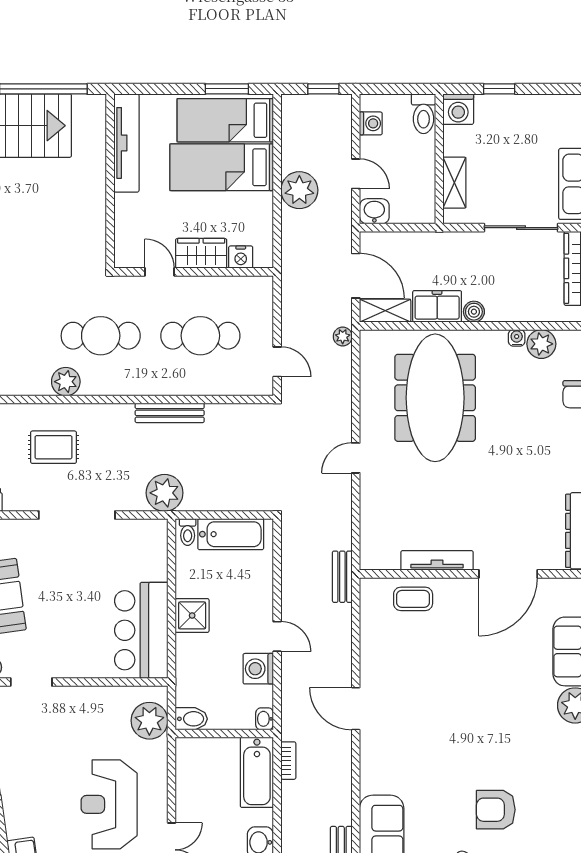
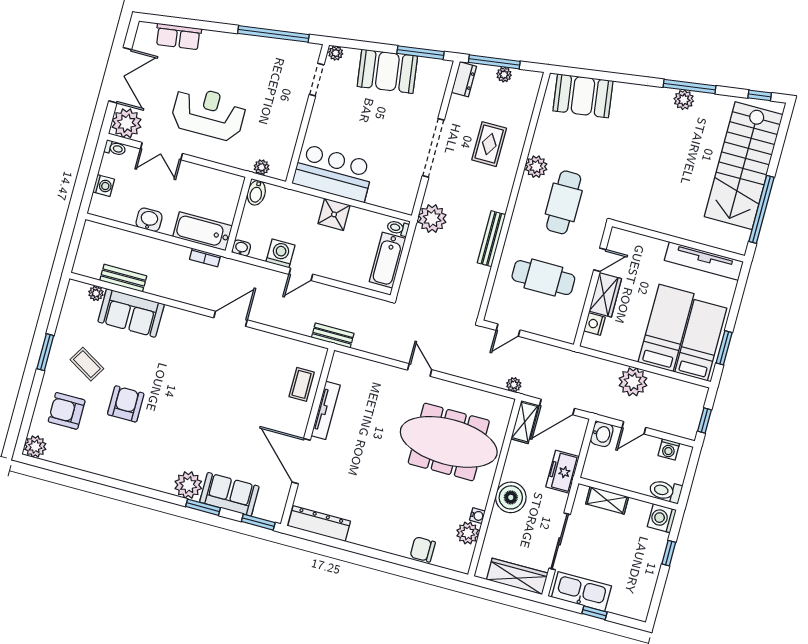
freezer: (437, 306) -> (563, 472), moved, turned 180
boiler: (474, 312) -> (511, 497), width x1.86, depth x1.86
cafe table: (200, 336) -> (543, 278), turned 90
plant: (149, 721) -> (262, 167), width x0.53, depth x0.53

